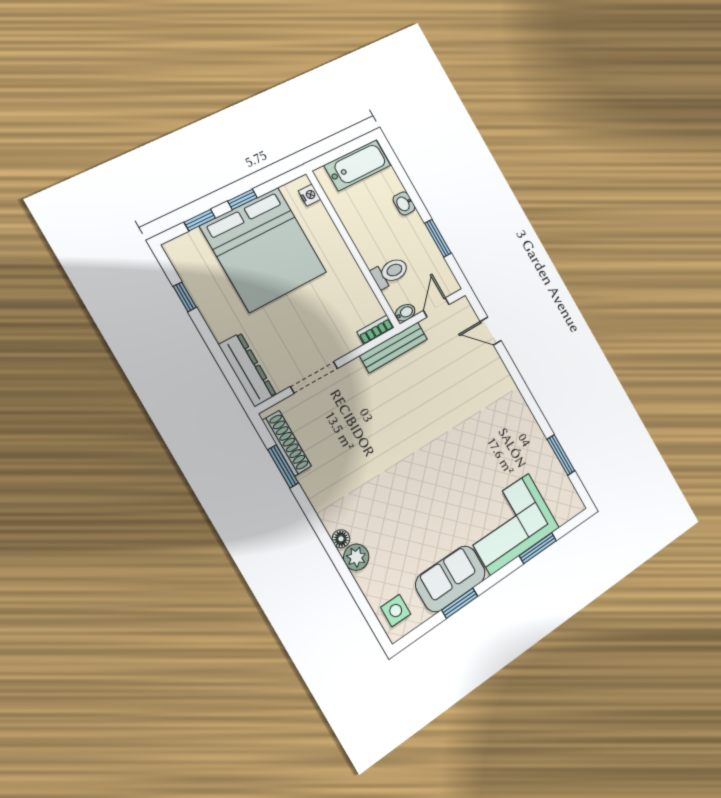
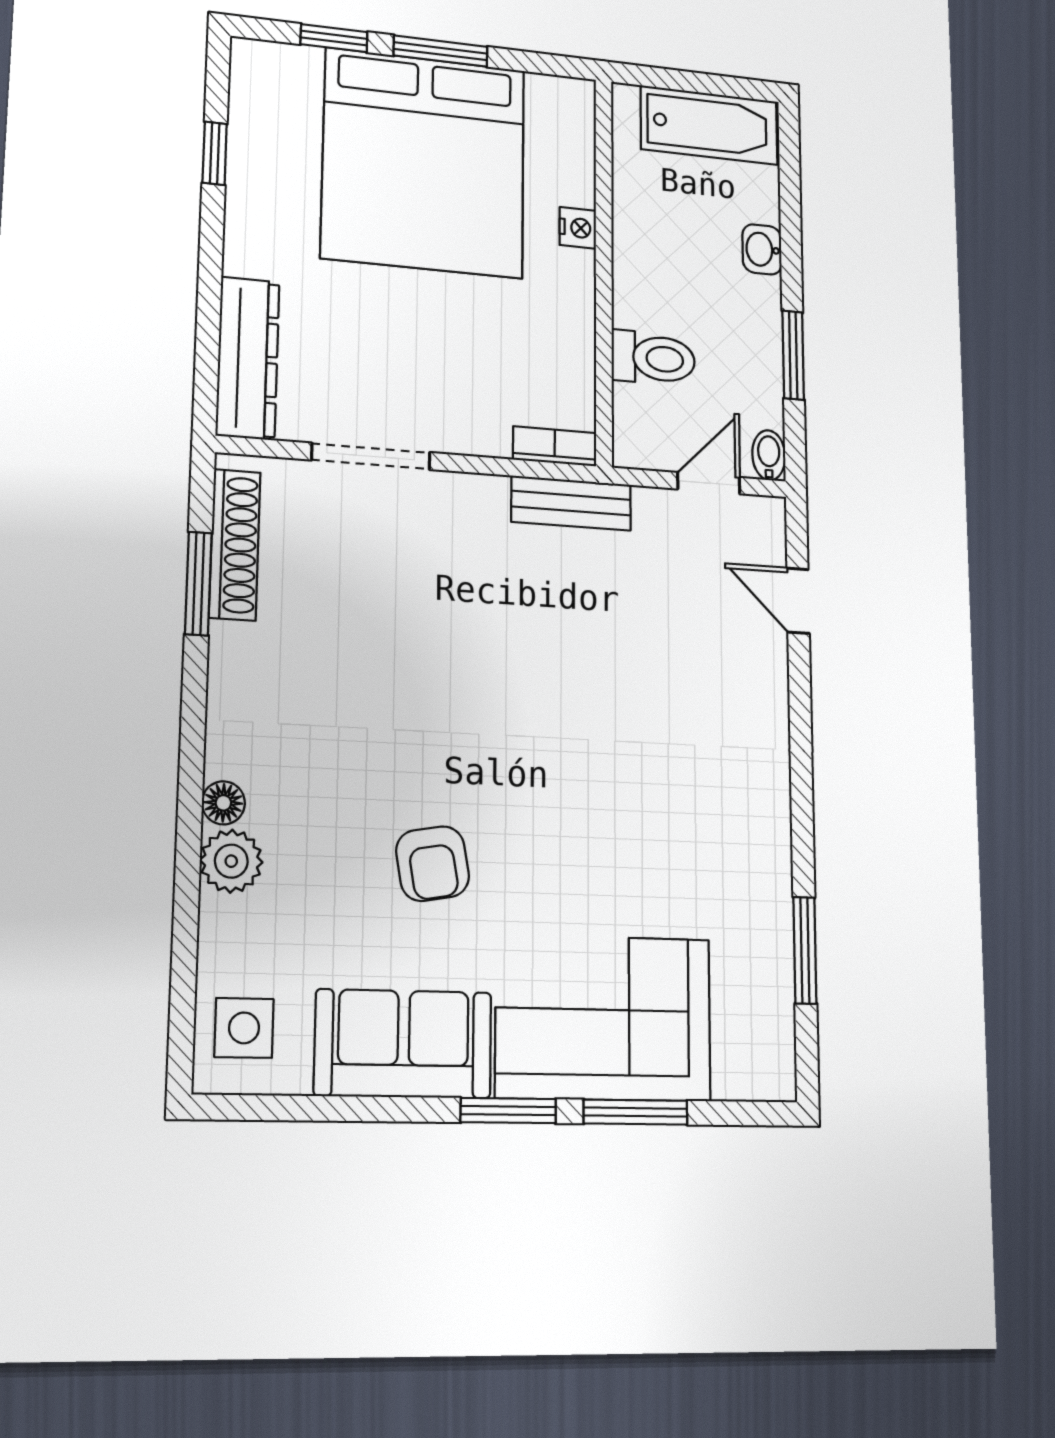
nightstand: (309, 195) -> (578, 228), moved
window: (242, 199) -> (441, 51), width x1.50
bidet: (405, 313) -> (769, 455), moved, turned -90
bench: (394, 347) -> (571, 503), width x0.73
armchair: (423, 511) -> (433, 864), added
window: (460, 603) -> (508, 1111), moved

